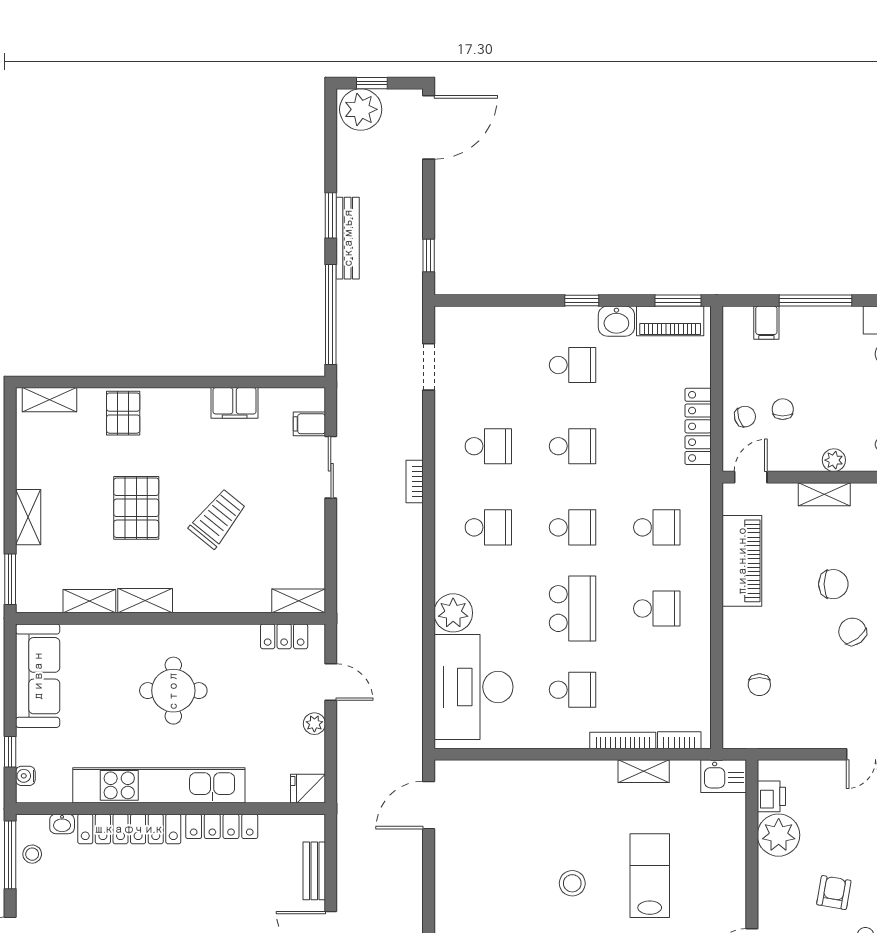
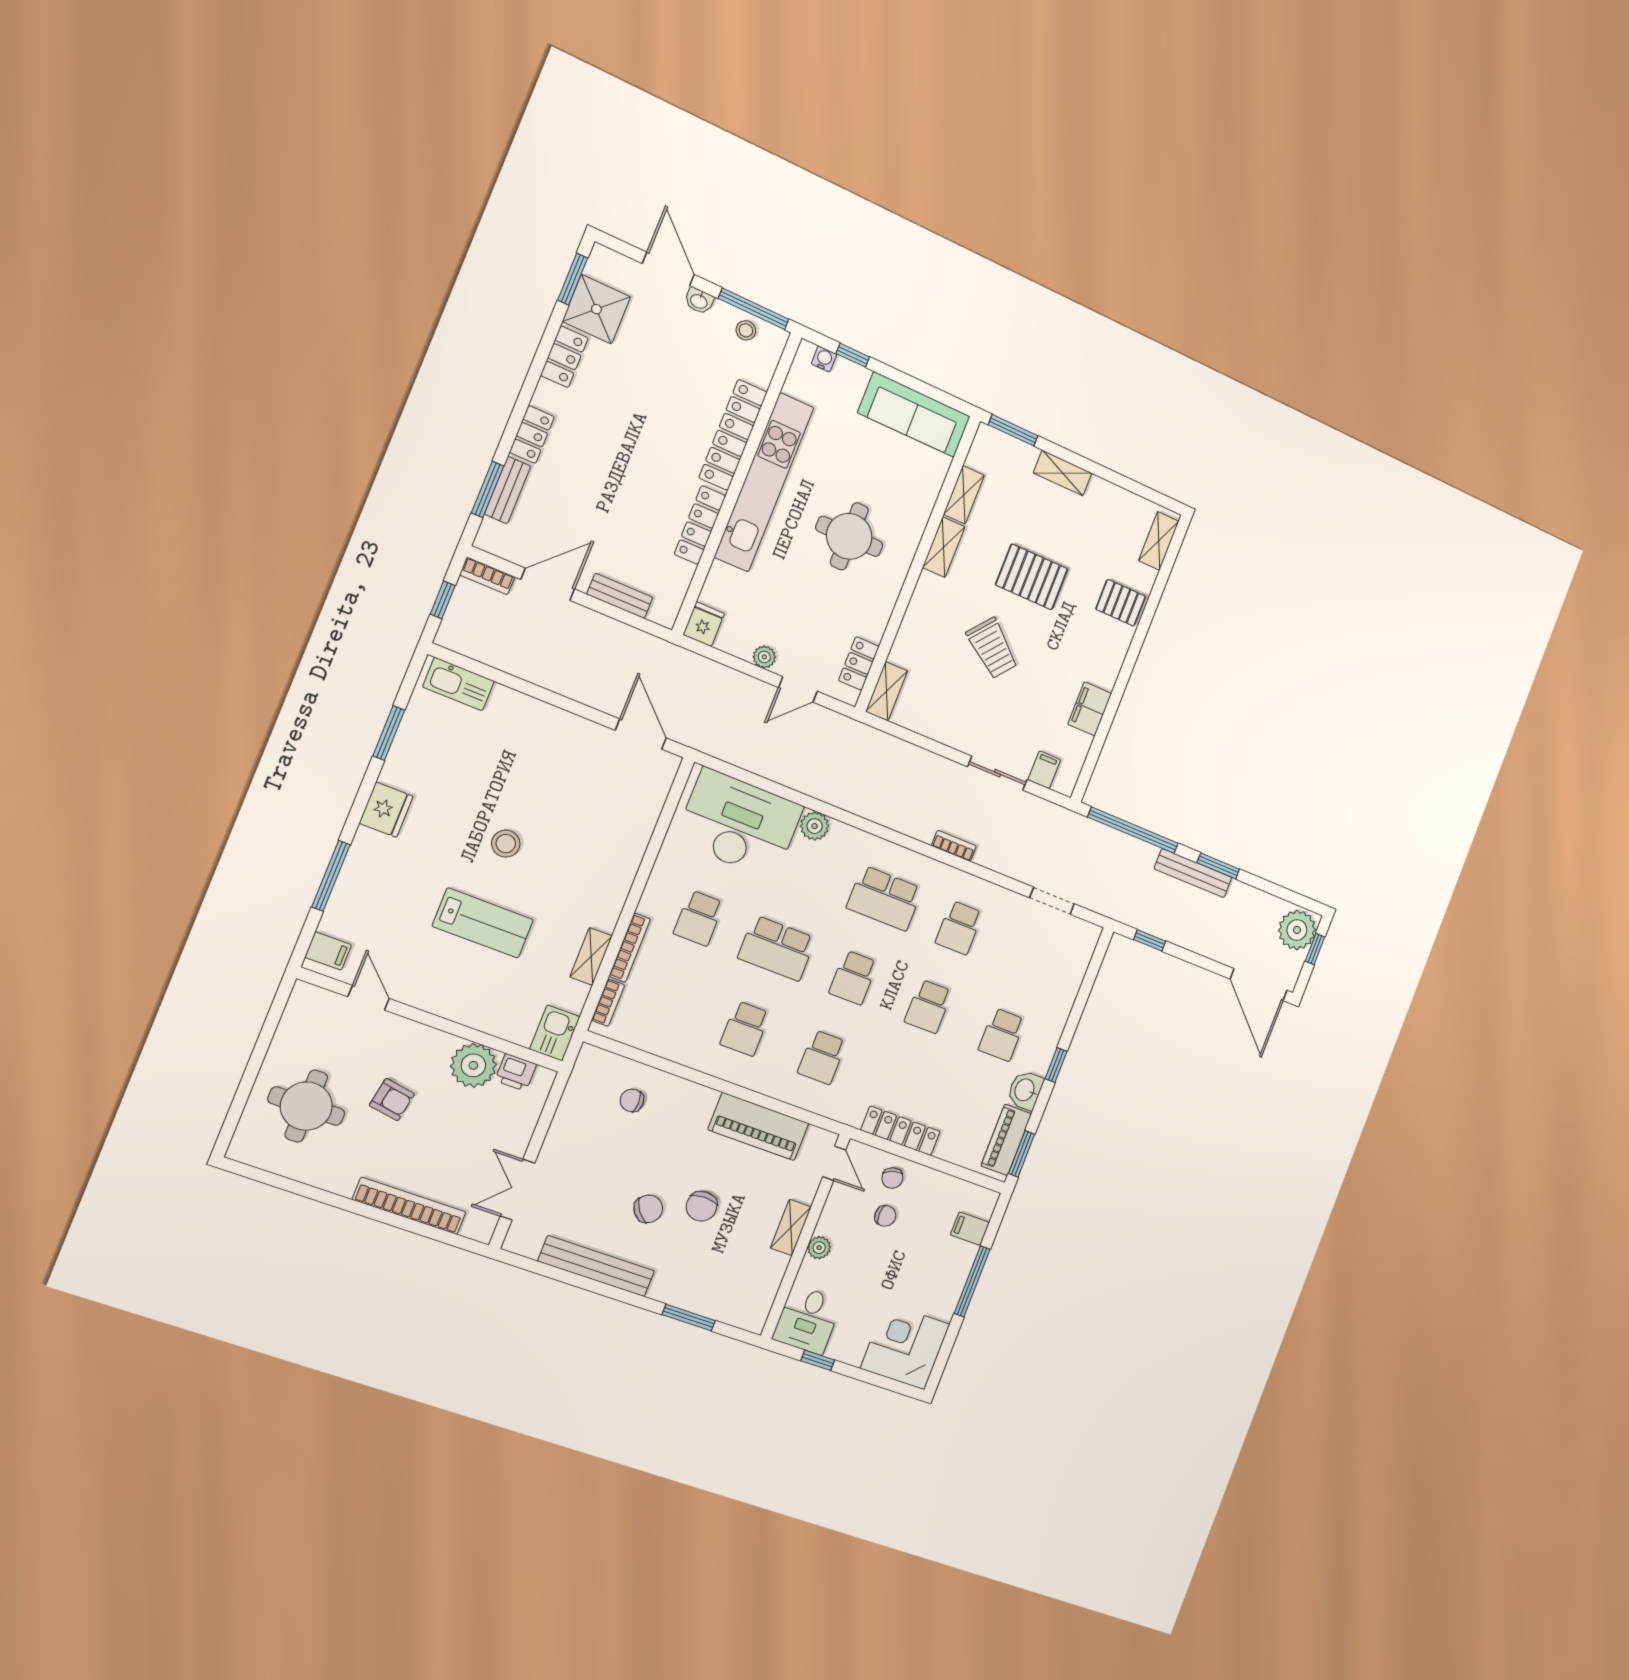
school desk: (488, 527) -> (885, 898), width x1.85
plant: (453, 613) -> (815, 826), width x0.73, depth x0.73
washbasin: (62, 824) -> (699, 301), moved, turned -90

